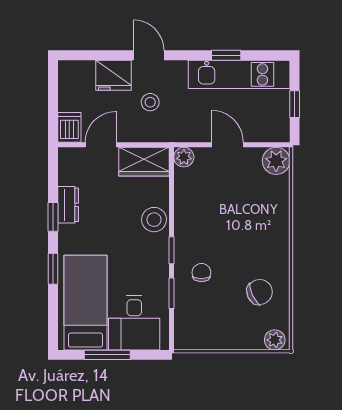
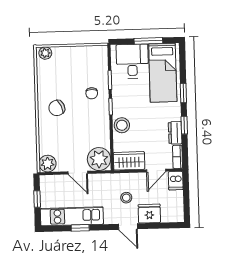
plant: (184, 157) -> (99, 159), width x1.88, depth x1.88
bookcase: (65, 166) -> (178, 157), added
chair: (260, 292) -> (57, 108), moved

